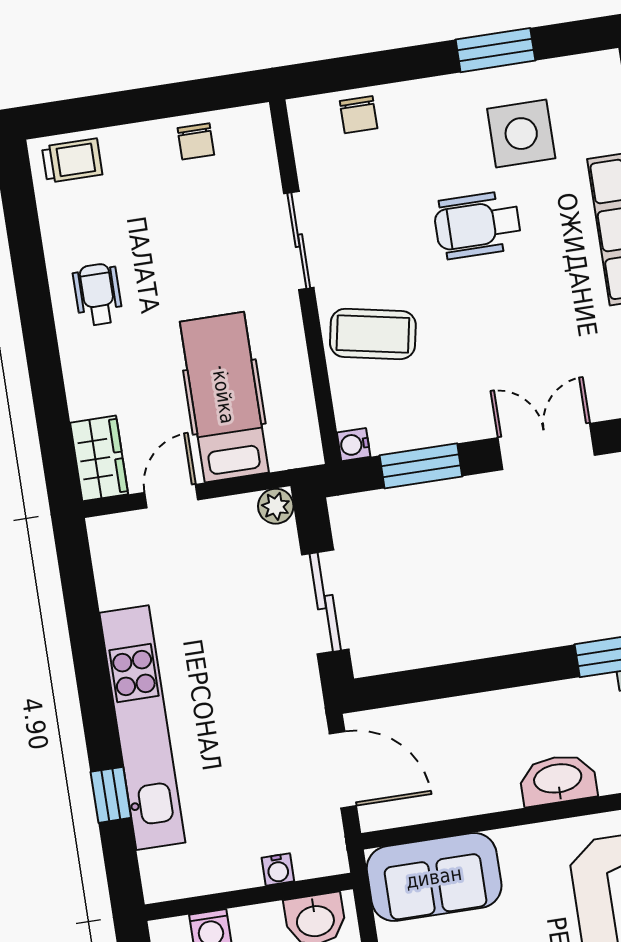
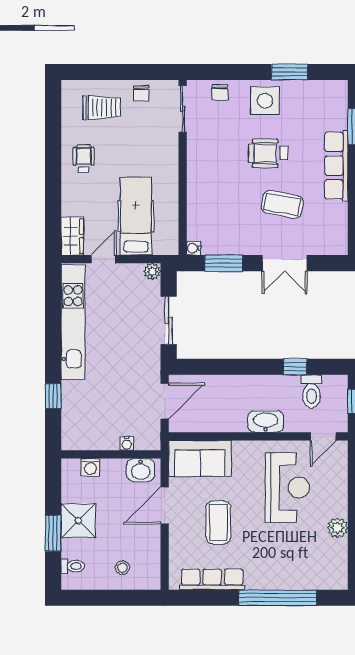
side table: (521, 134) -> (265, 101), moved
trolley: (72, 161) -> (102, 108), moved, width x1.36, depth x1.39
sliding door: (299, 241) -> (183, 109), moved
coffee table: (373, 334) -> (282, 204), moved
double door: (546, 447) -> (285, 263), swing flipped
kitchen unit: (142, 728) -> (73, 322), moved
door: (343, 770) -> (165, 401), hinge flipped

